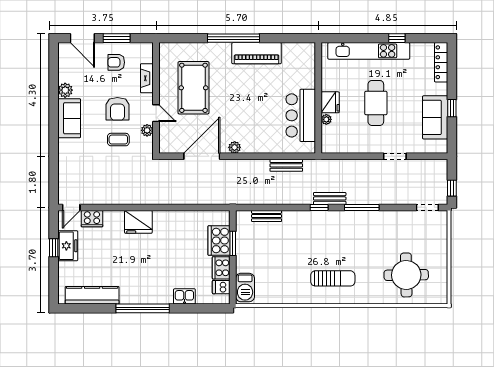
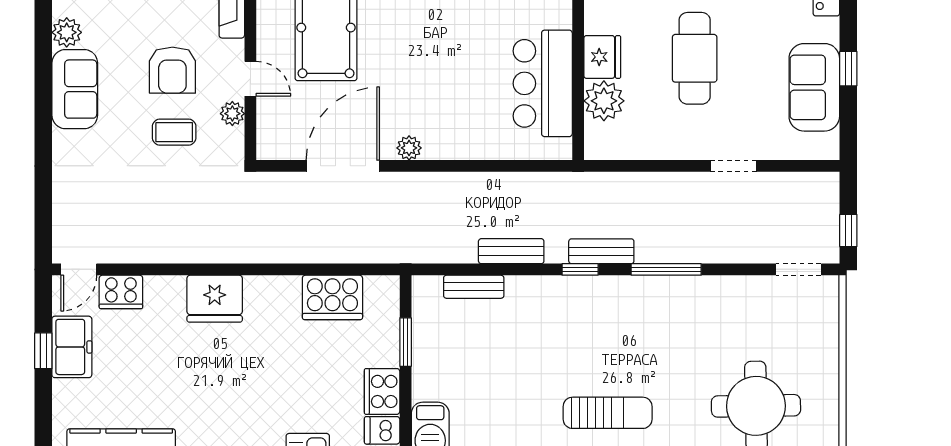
plant: (326, 119) -> (604, 101), width x1.87, depth x1.87
bench: (286, 165) -> (511, 251), moved
cooker: (219, 241) -> (332, 297), moved, turned -90

